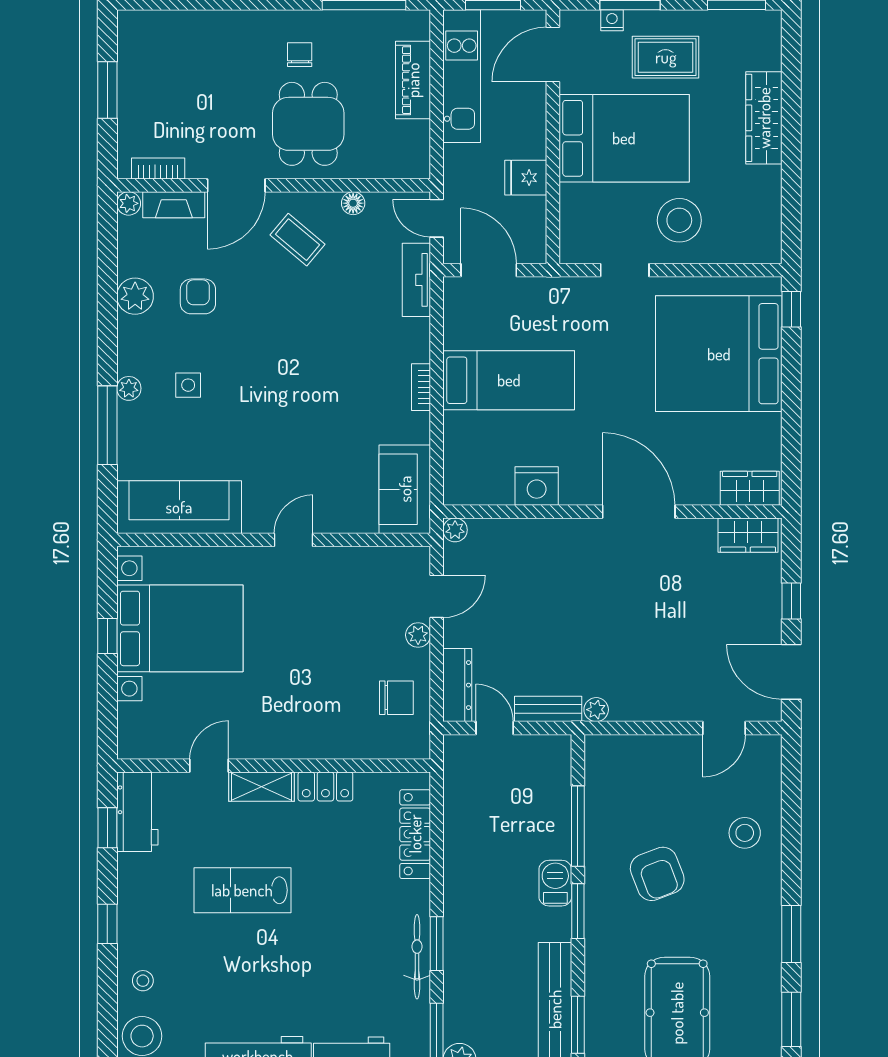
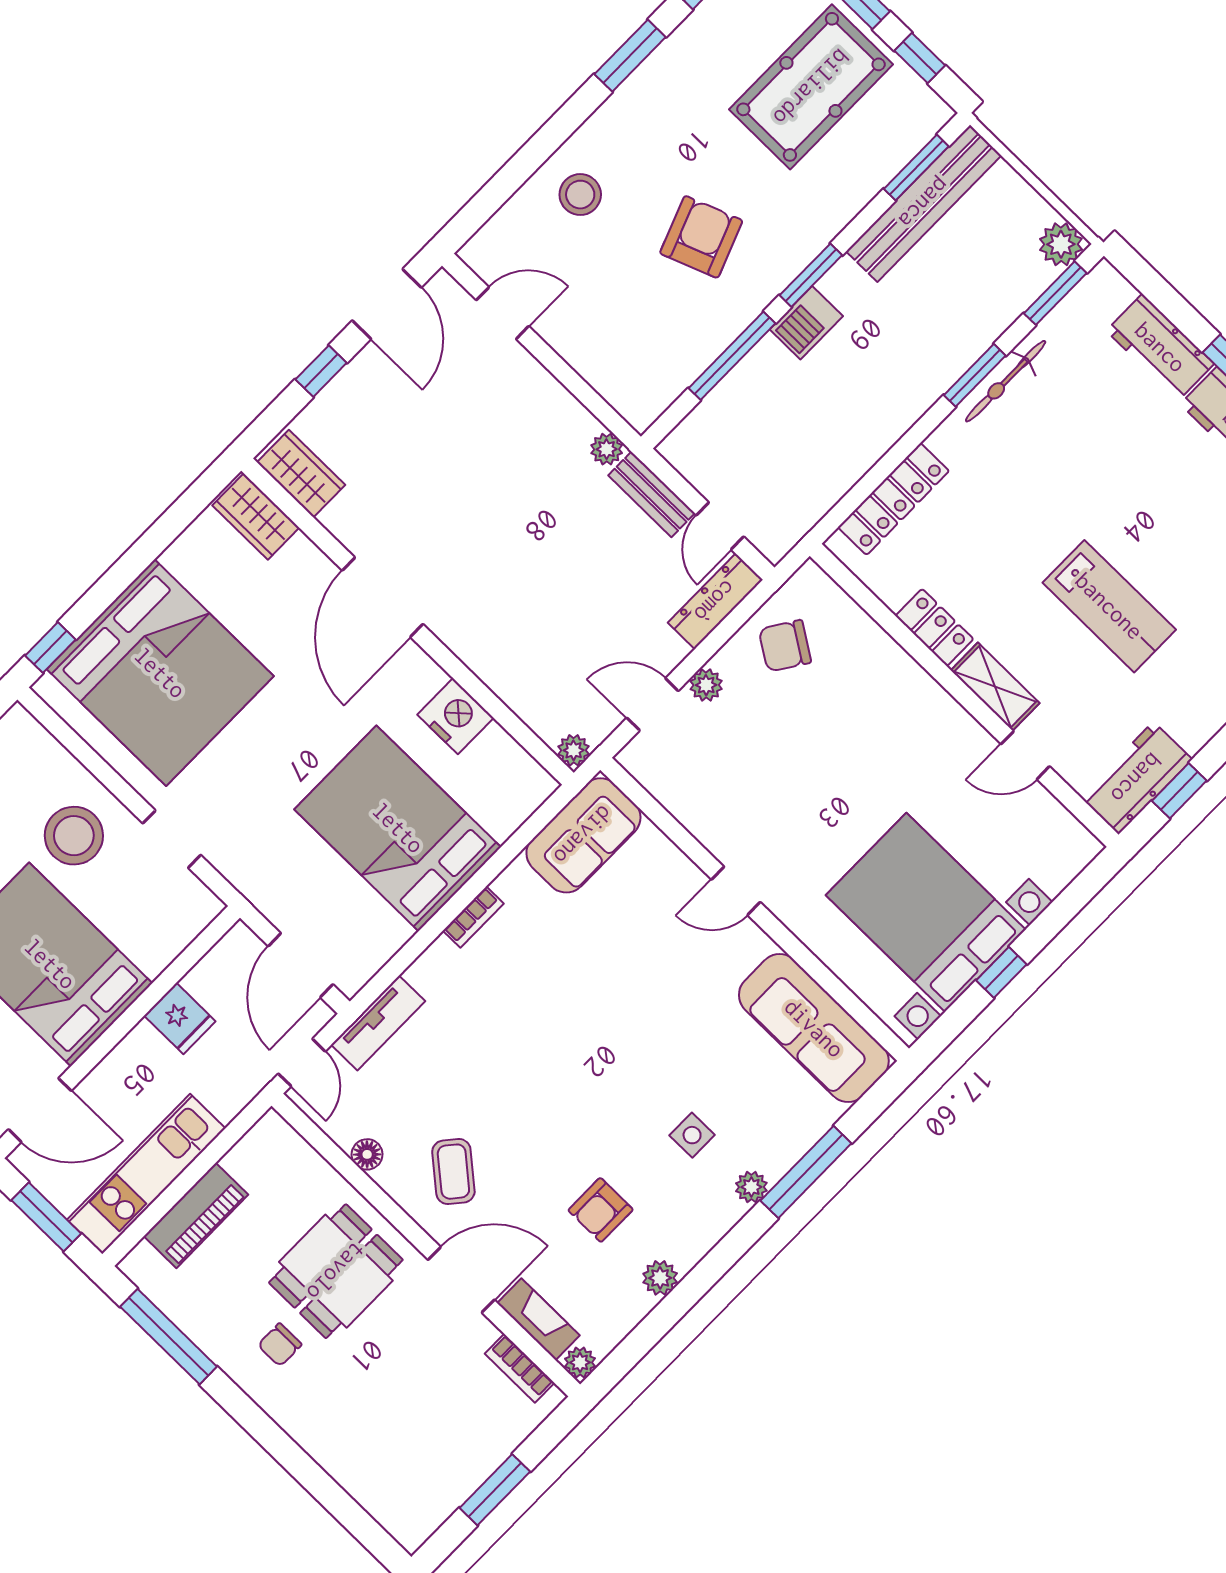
plant: (135, 296) -> (660, 1278), width x0.73, depth x0.73
bed: (509, 380) -> (398, 828), width x1.50
chair: (396, 698) -> (785, 646), turned -57

